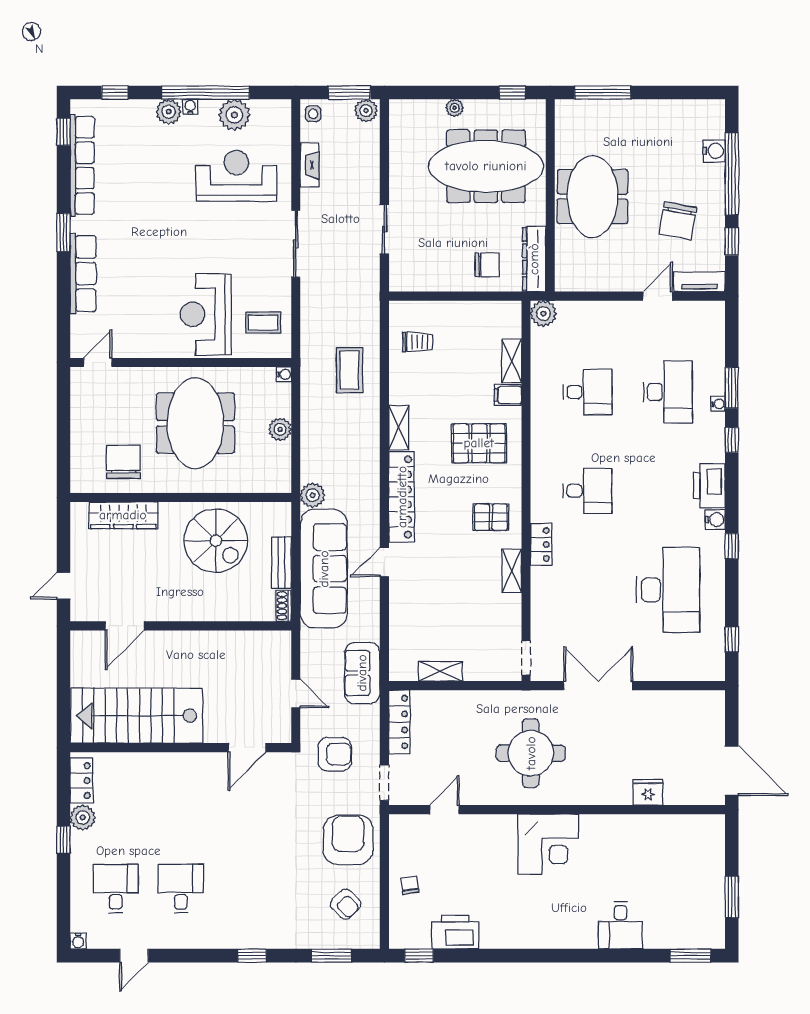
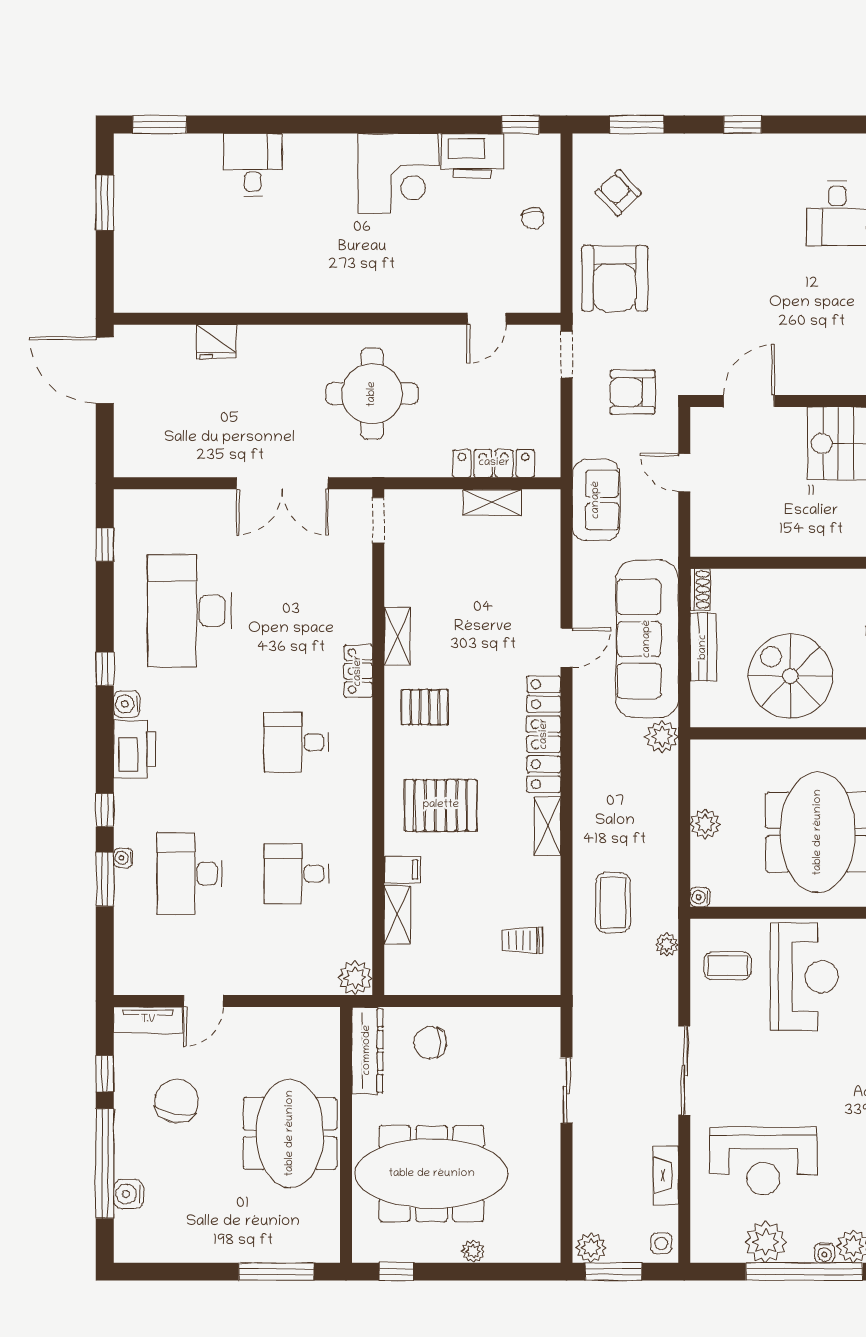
plant: (309, 339) -> (667, 945), added
locker: (399, 722) -> (494, 463), moved, turned 90
corner desk: (548, 844) -> (398, 174), moved, turned 180

